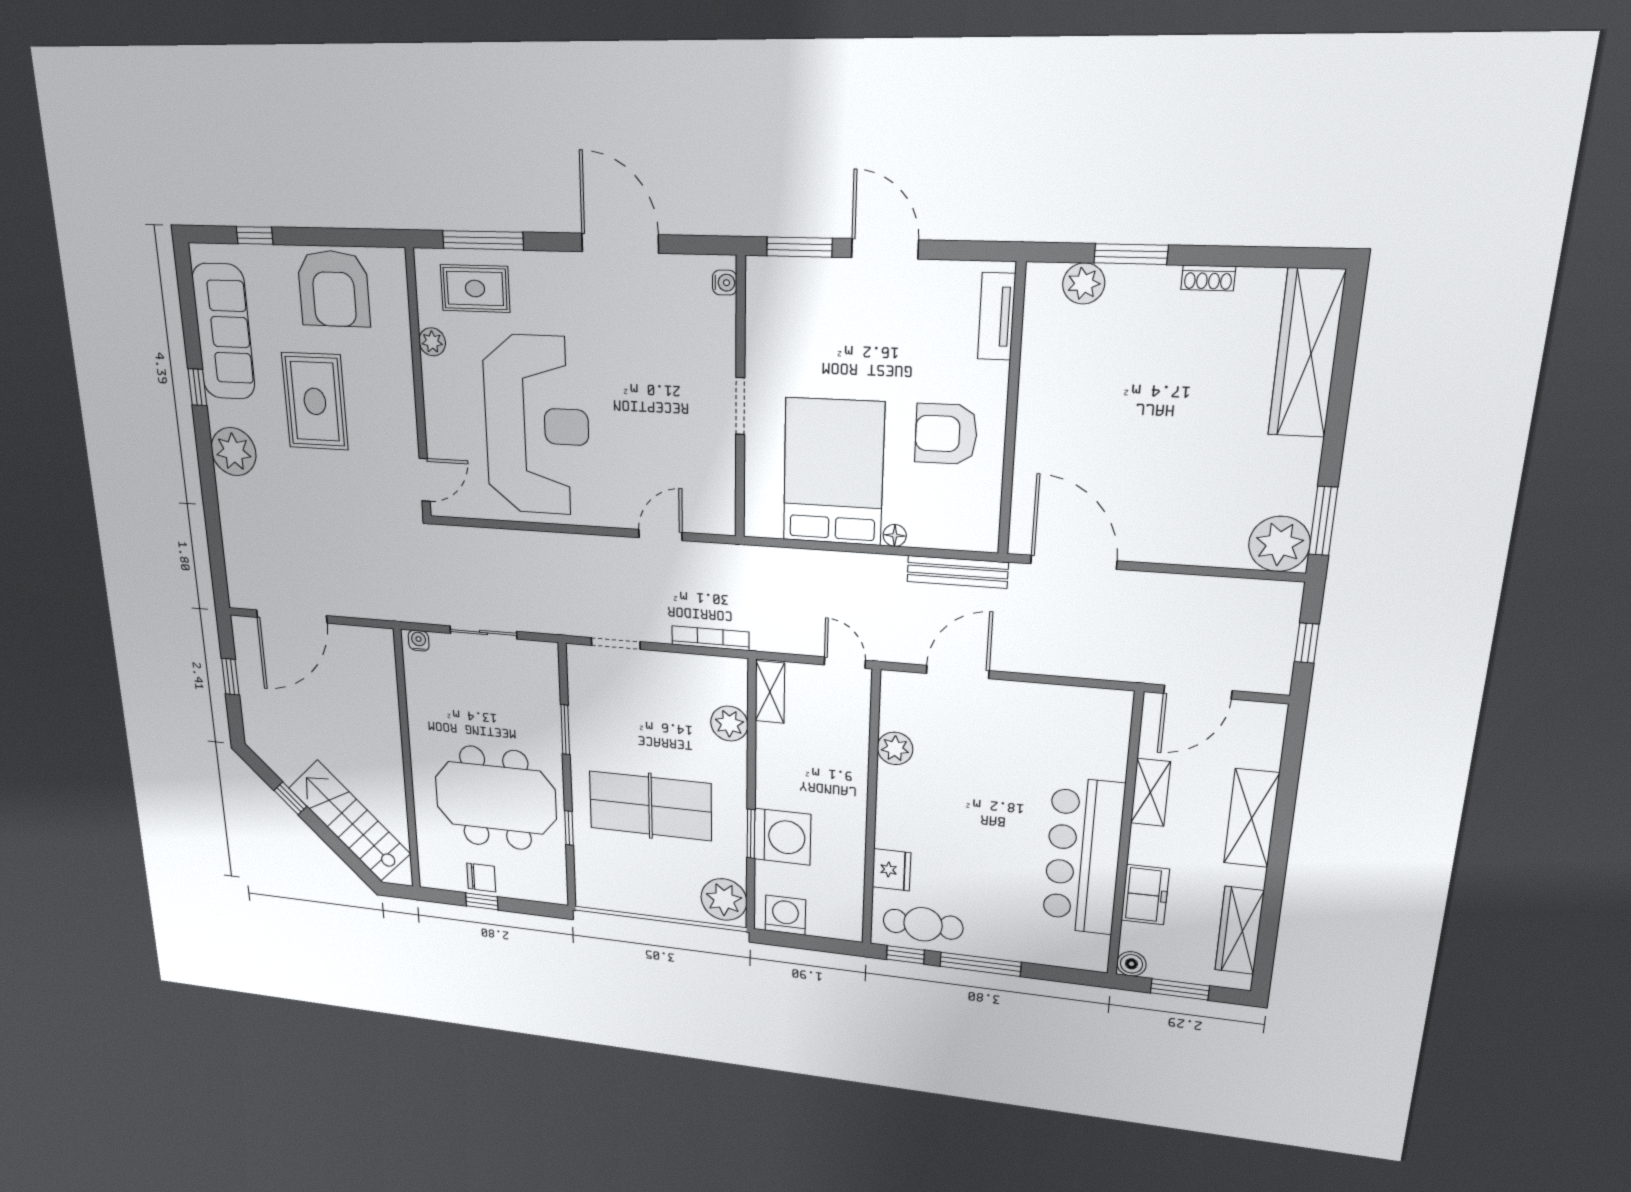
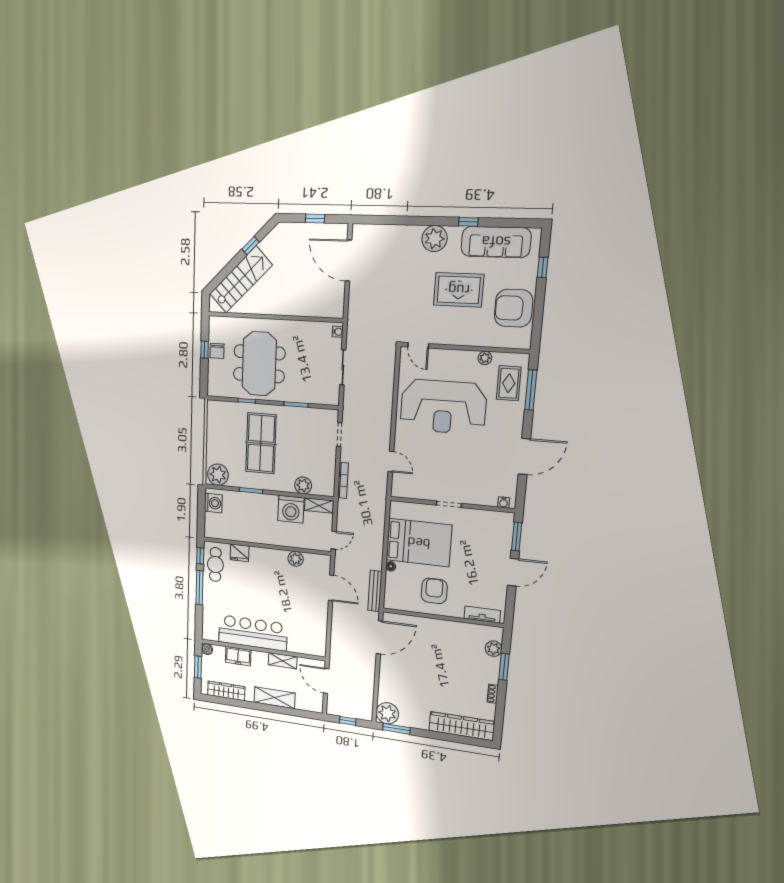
washing machine: (782, 837) -> (291, 509), moved

